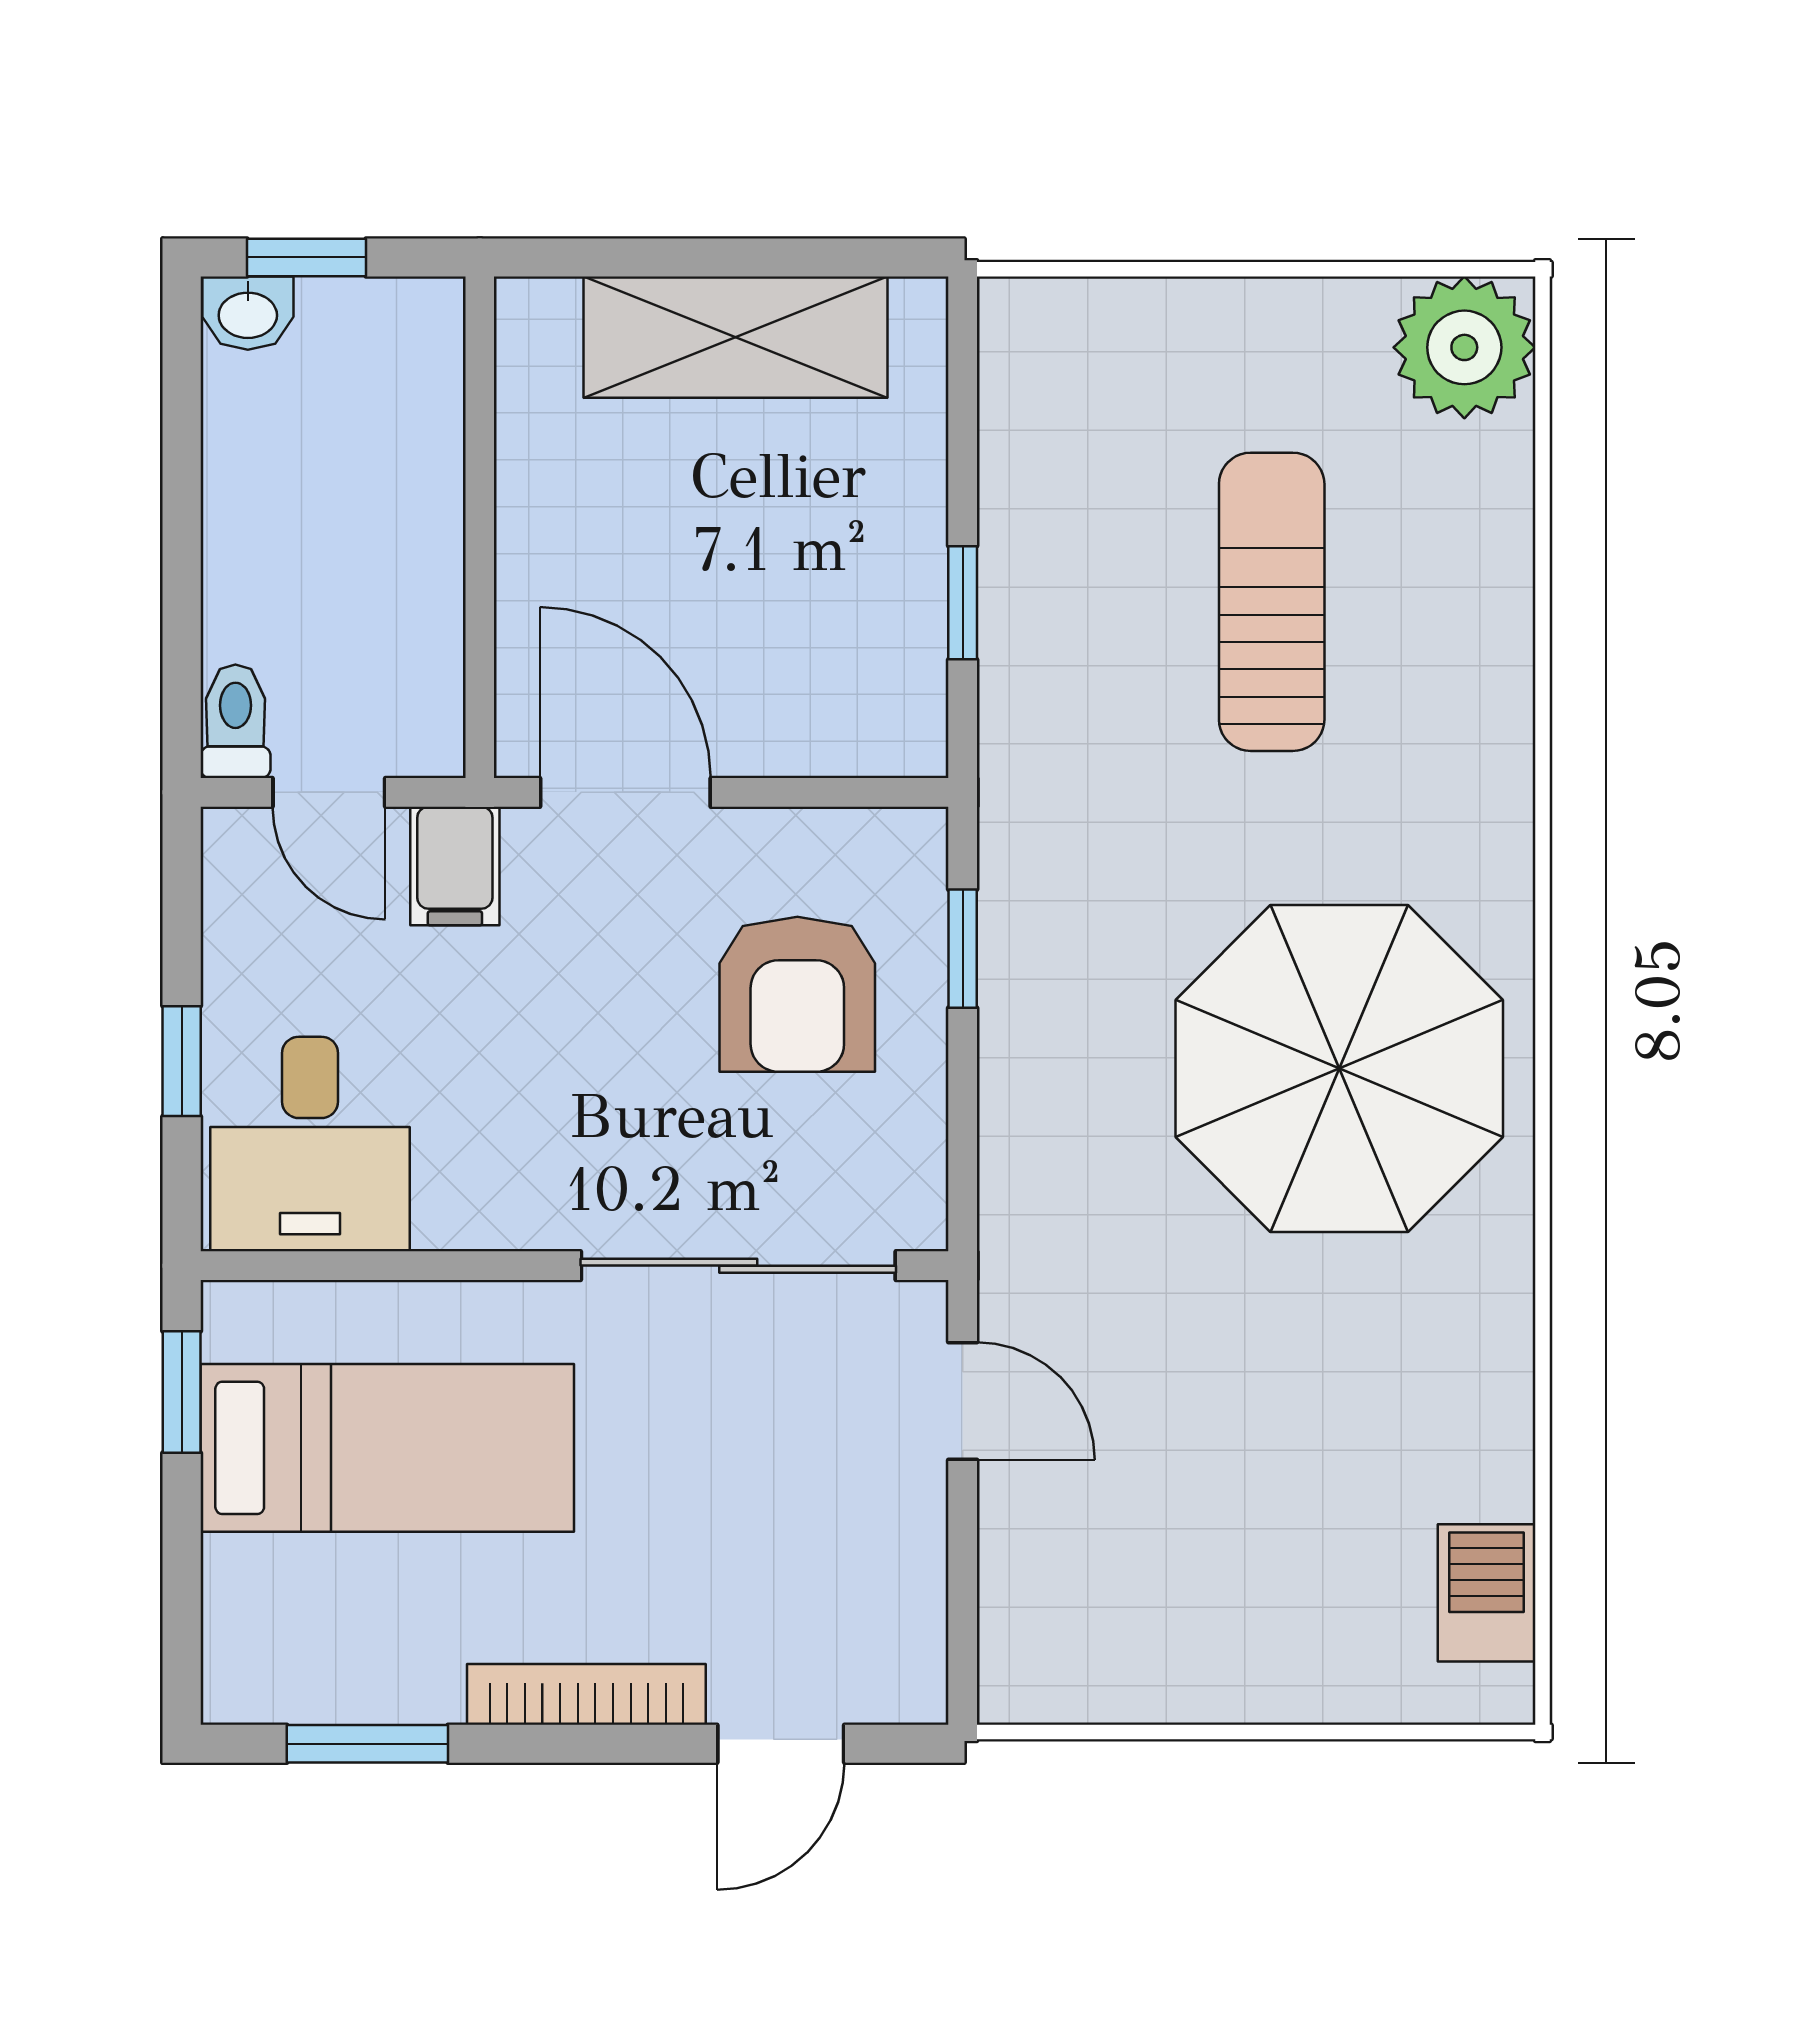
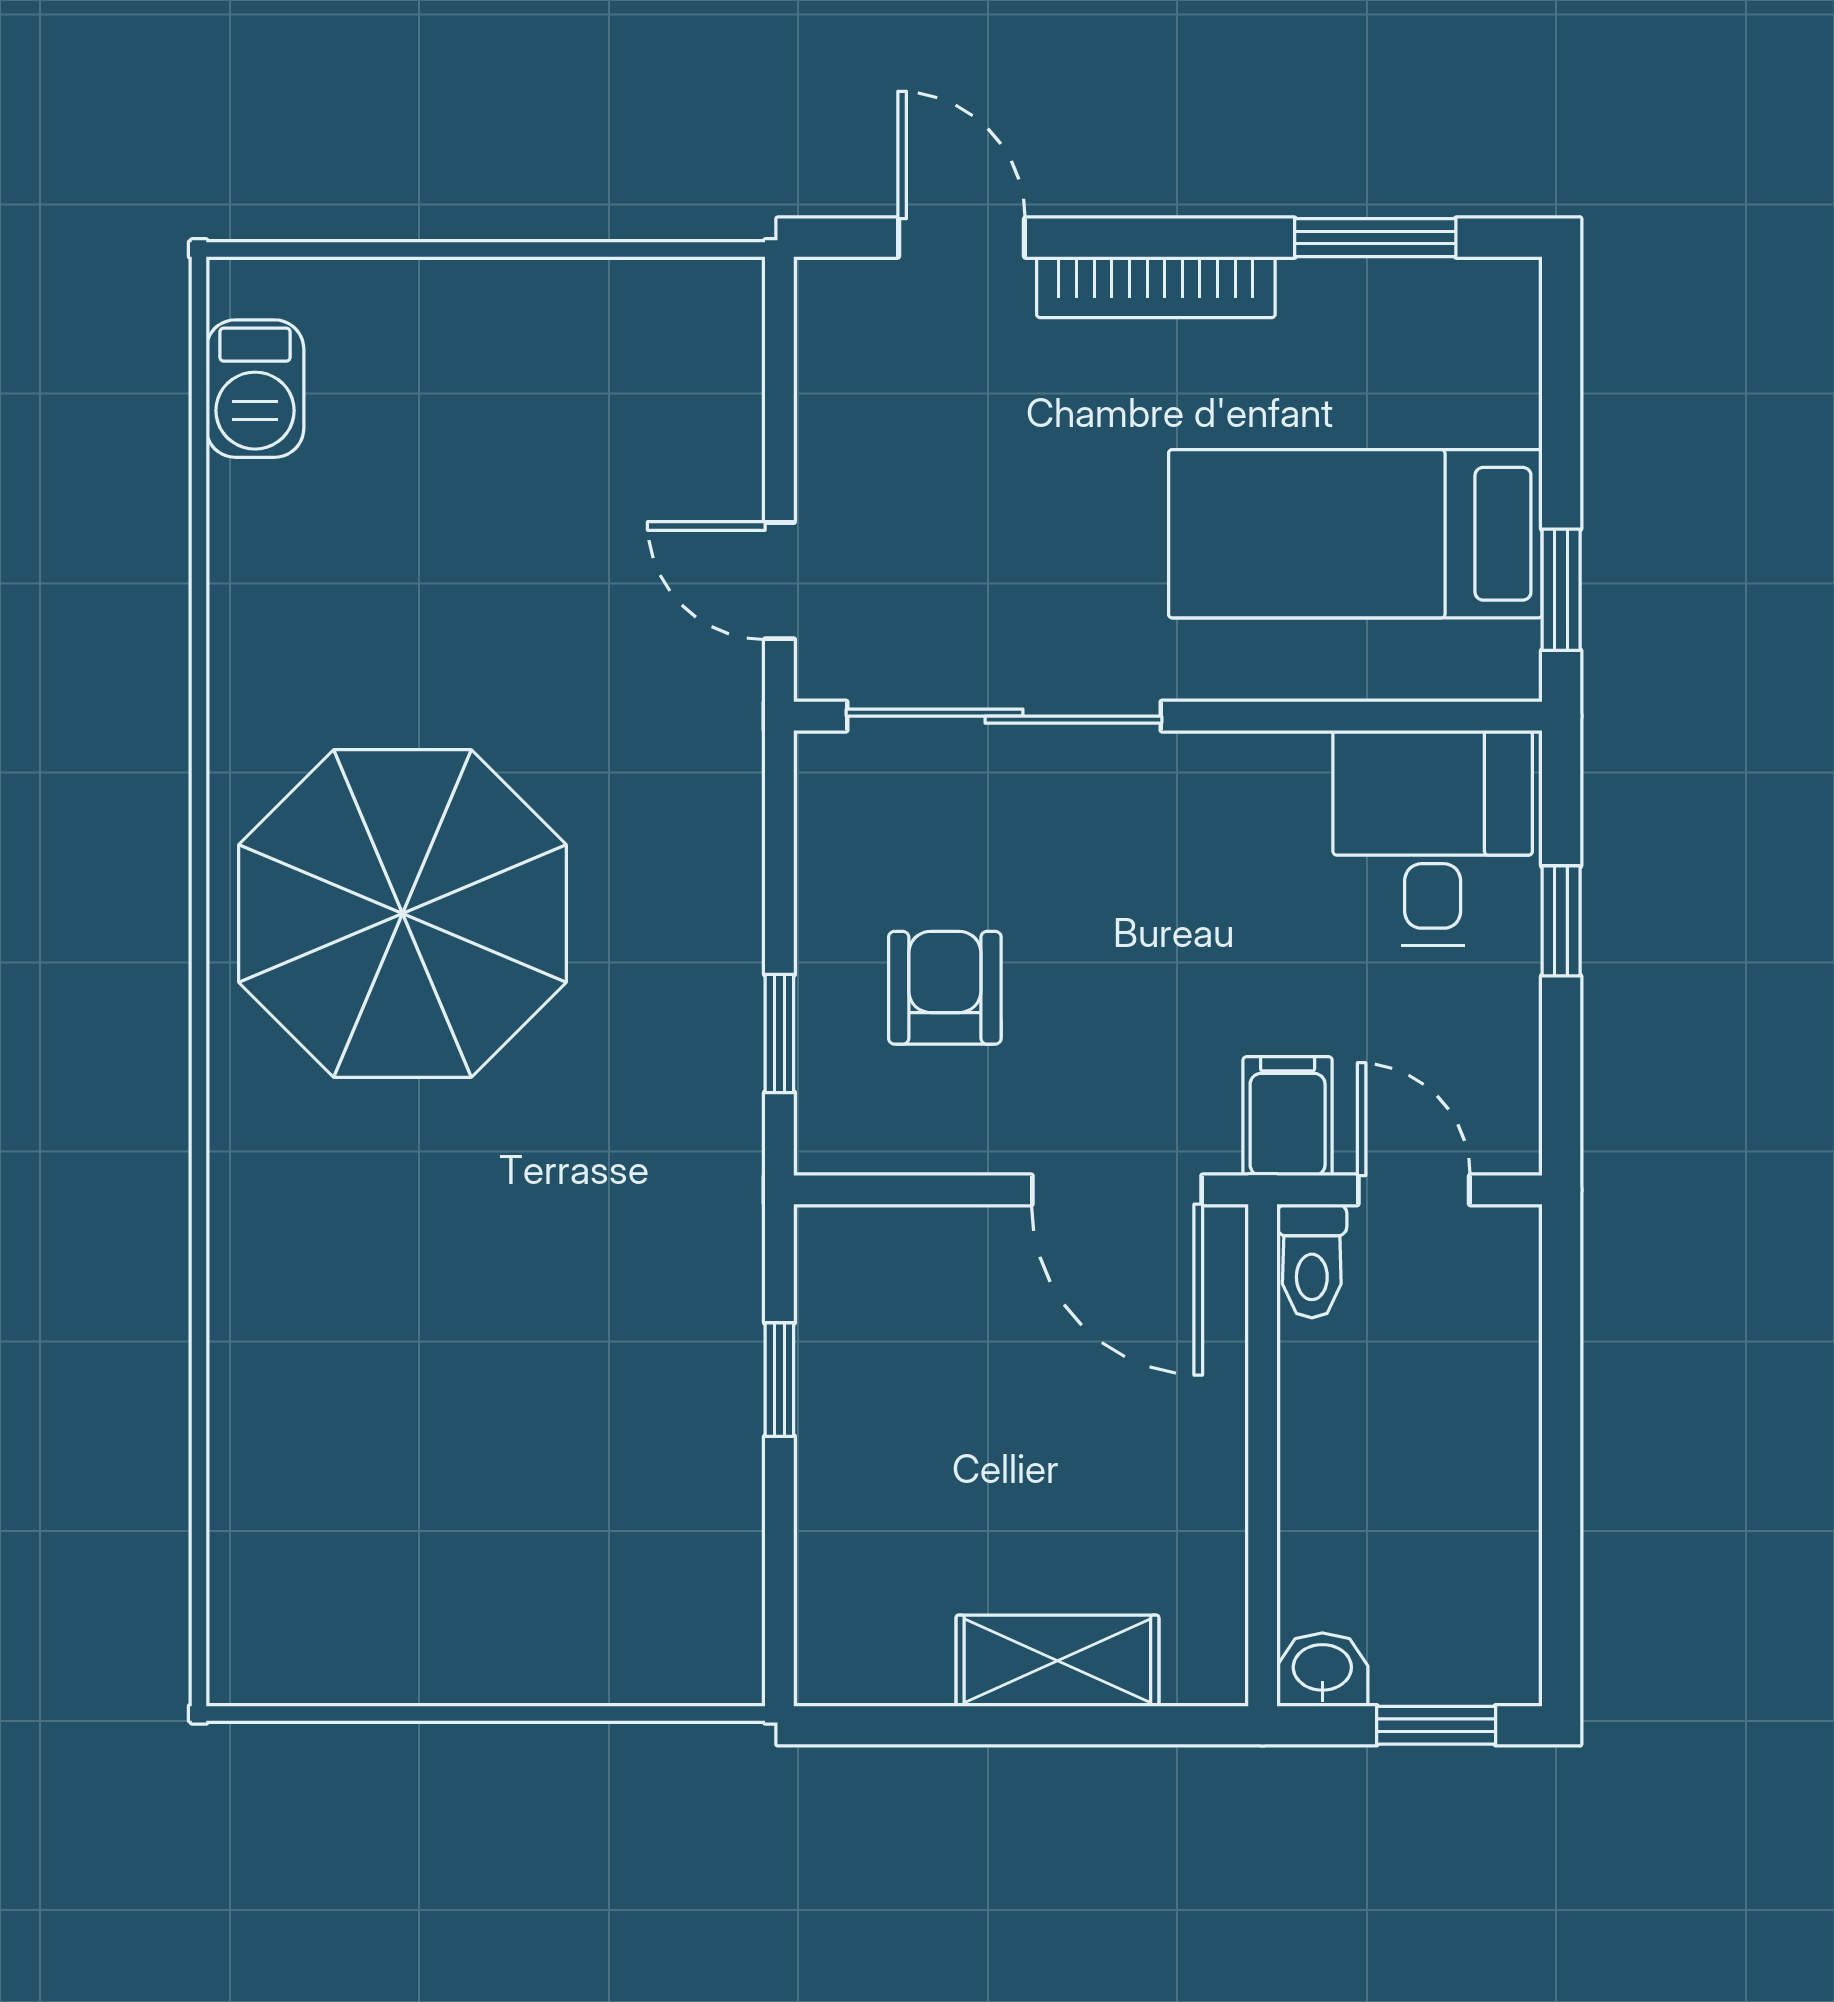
washbasin: (248, 313) -> (1322, 1670), moved
shelving: (736, 337) -> (1057, 1661), width x0.67, depth x0.75
plant: (1464, 347) -> (277, 1635), removed
sun lounger: (1272, 602) -> (470, 1381), removed
toilet: (235, 721) -> (1312, 1261), moved
armchair: (797, 994) -> (945, 988), width x0.72, depth x0.72
door: (781, 1744) -> (962, 238), hinge flipped

